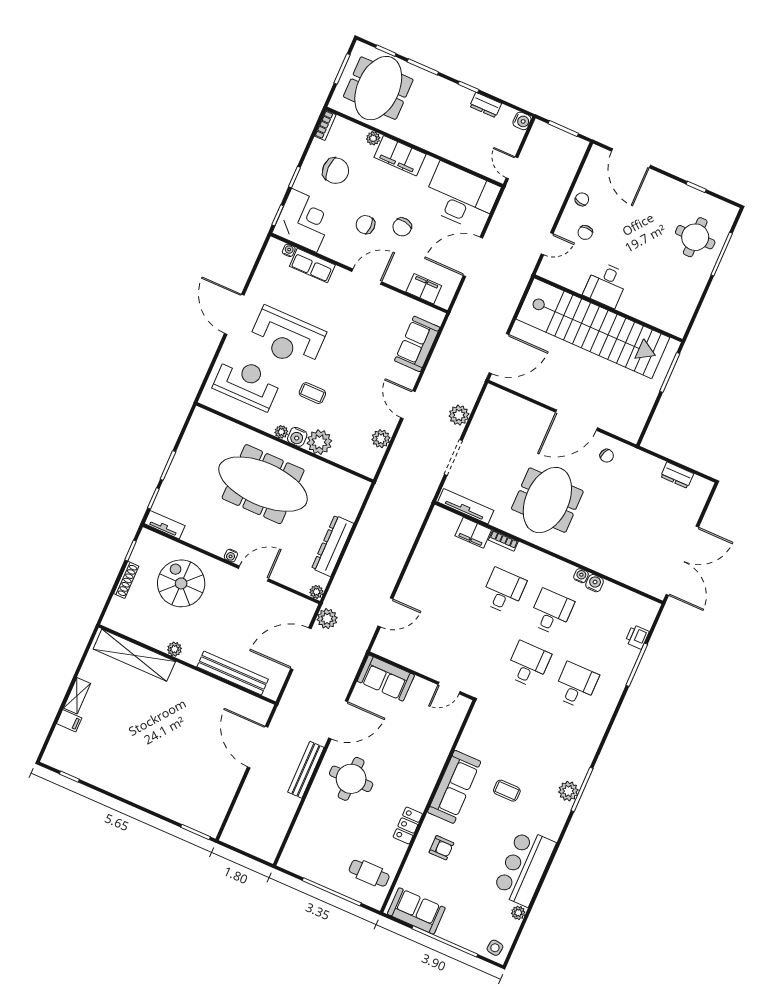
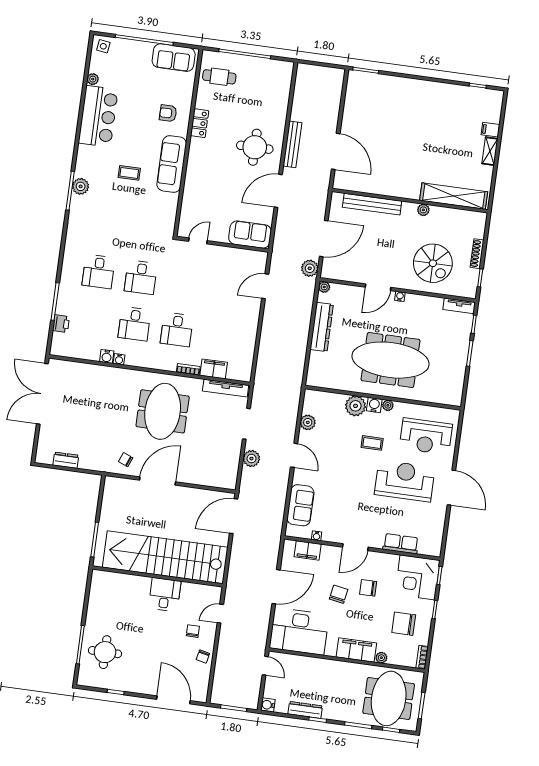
dresser: (486, 105) -> (305, 710), width x1.44
chair: (365, 225) -> (368, 588), turned 180
water cooler: (289, 250) -> (317, 536), moved

